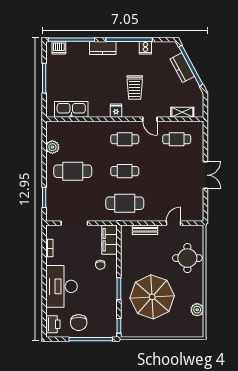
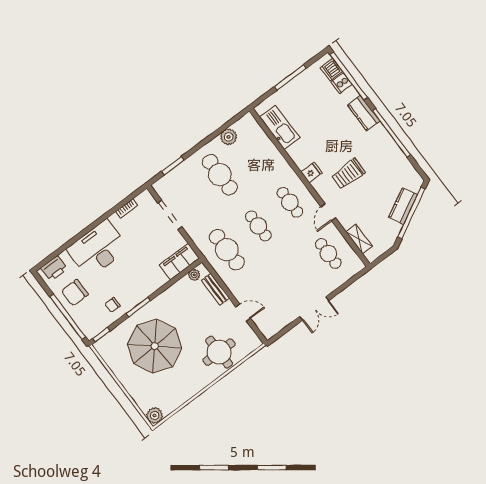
cooker: (145, 48) -> (342, 83), moved
plant: (125, 237) -> (194, 275), added
chair: (100, 265) -> (113, 305), moved
plant: (197, 310) -> (155, 416), moved

